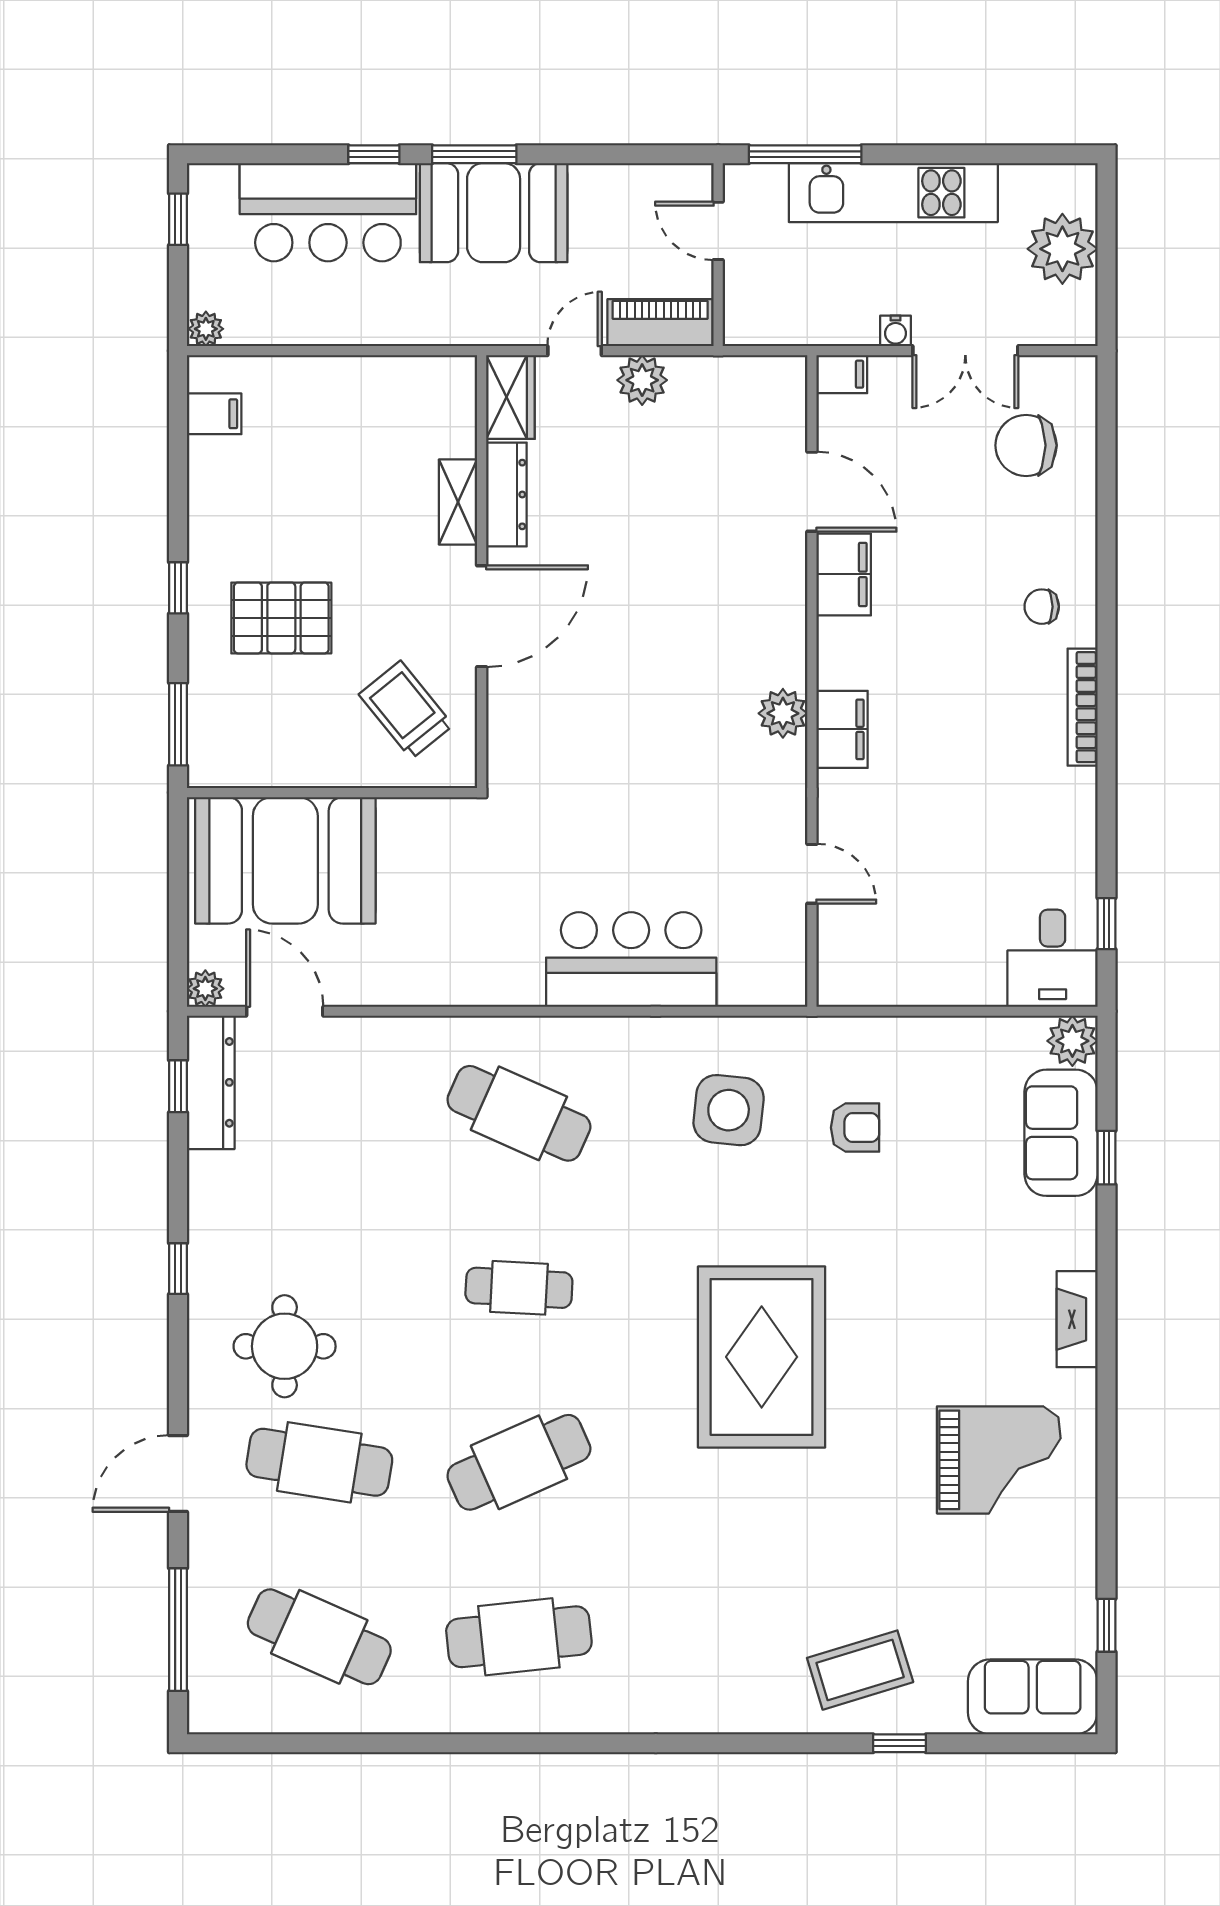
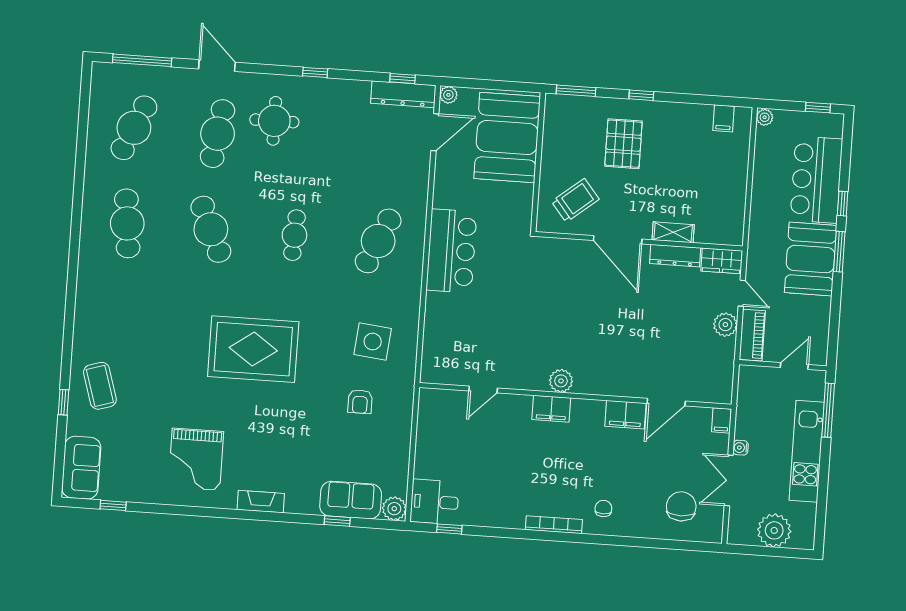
bar counter: (631, 960) -> (451, 251), moved

